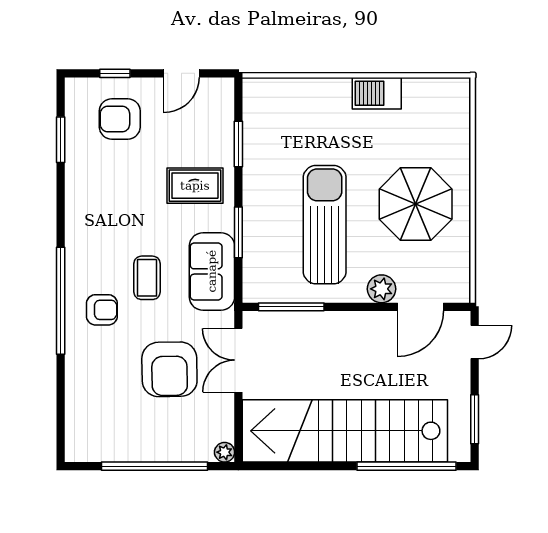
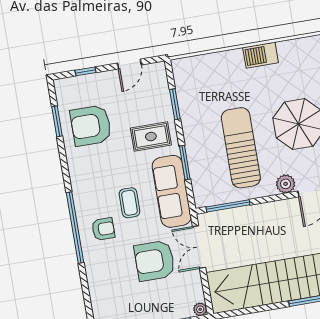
armchair: (120, 119) -> (91, 126), moved, width x1.36, depth x1.36
sofa: (212, 271) -> (172, 191), width x1.36
armchair: (169, 369) -> (155, 261), turned 91

